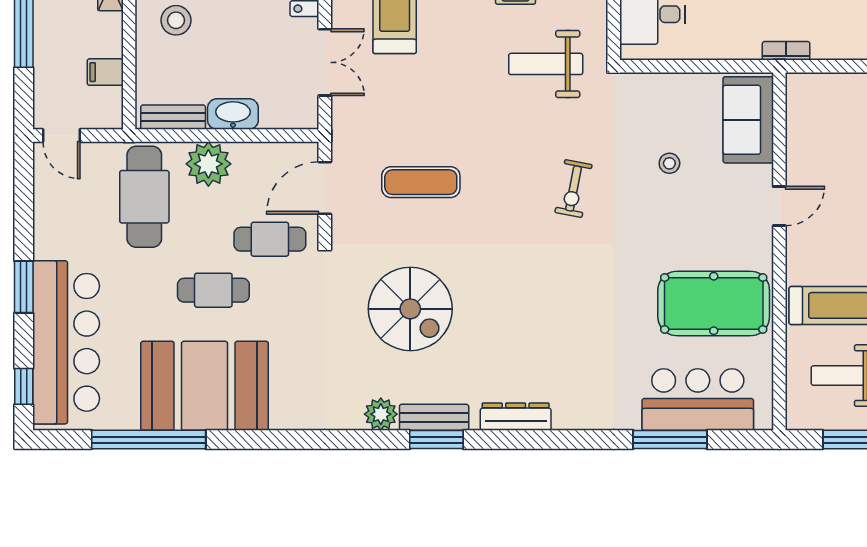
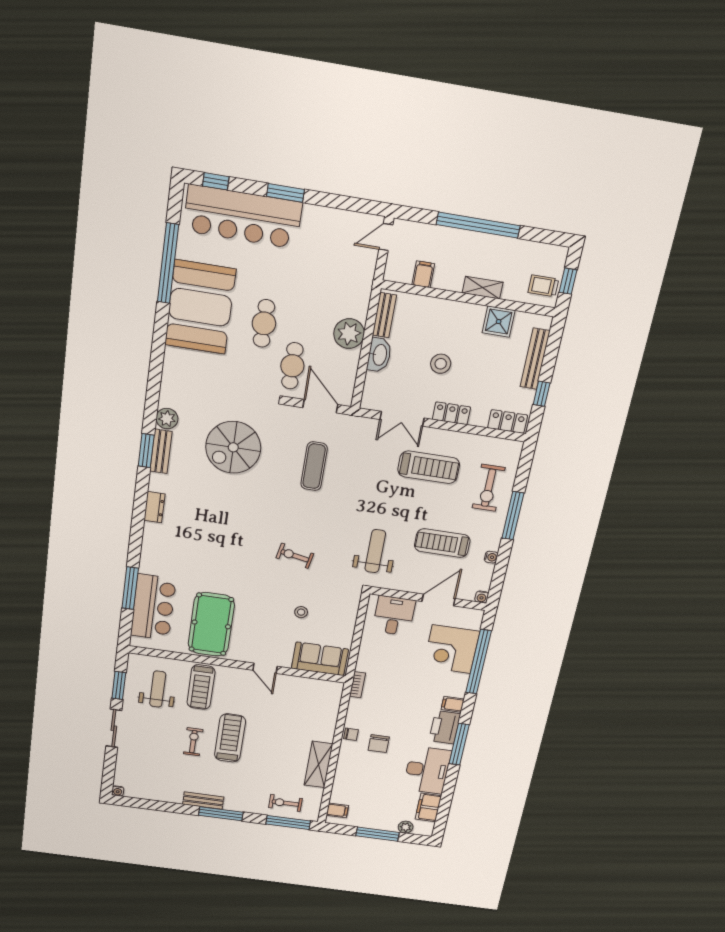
stool: (176, 20) -> (441, 364), moved
cafe table: (144, 197) -> (334, 287), removed
dresser: (516, 417) -> (154, 507), width x0.70

